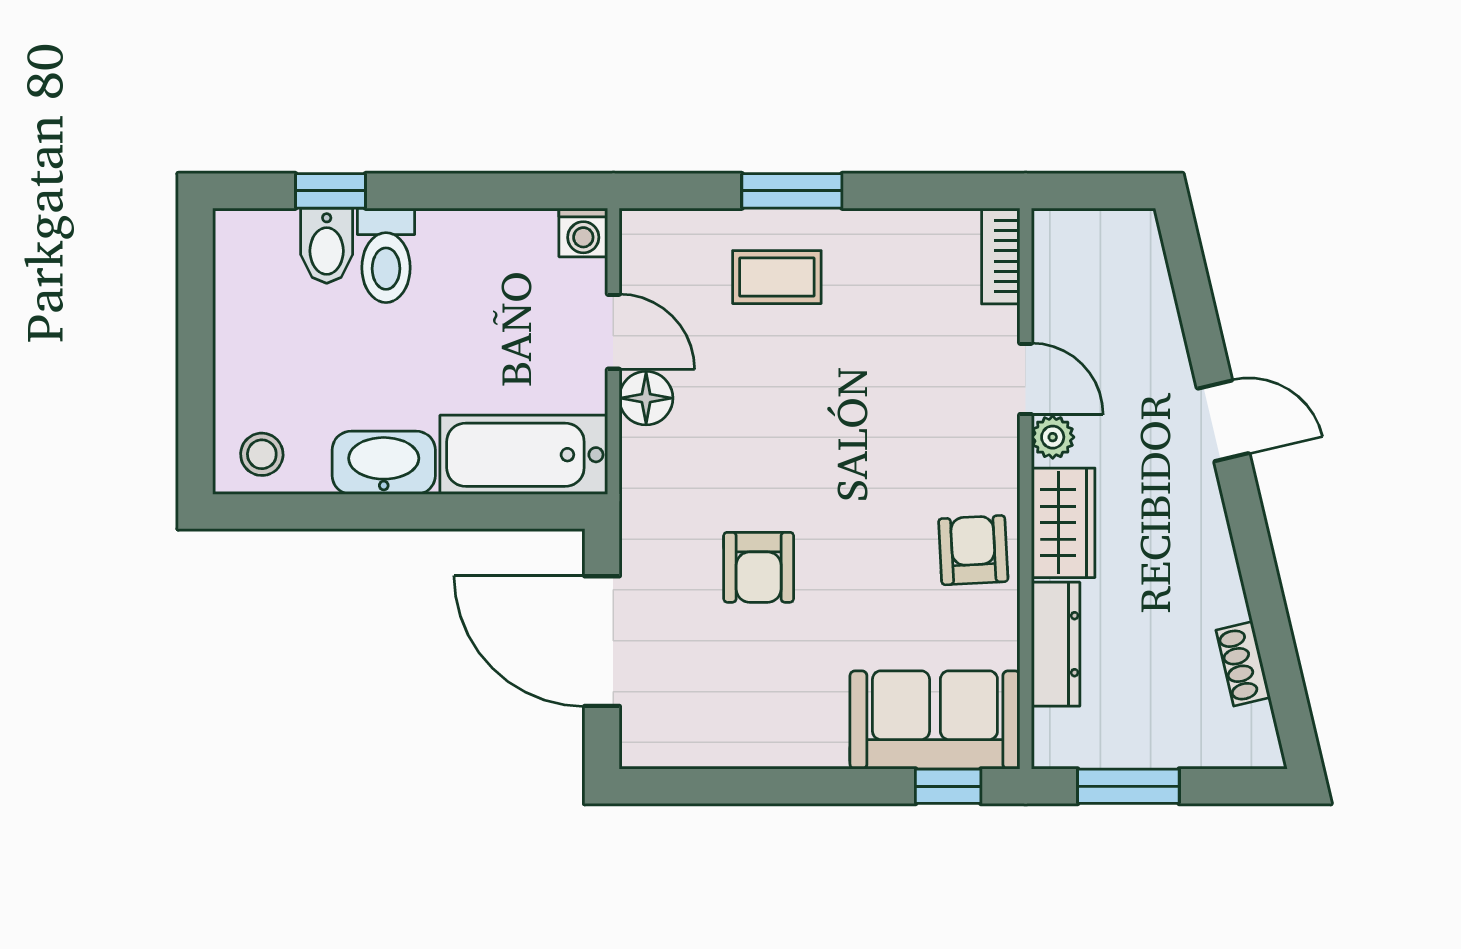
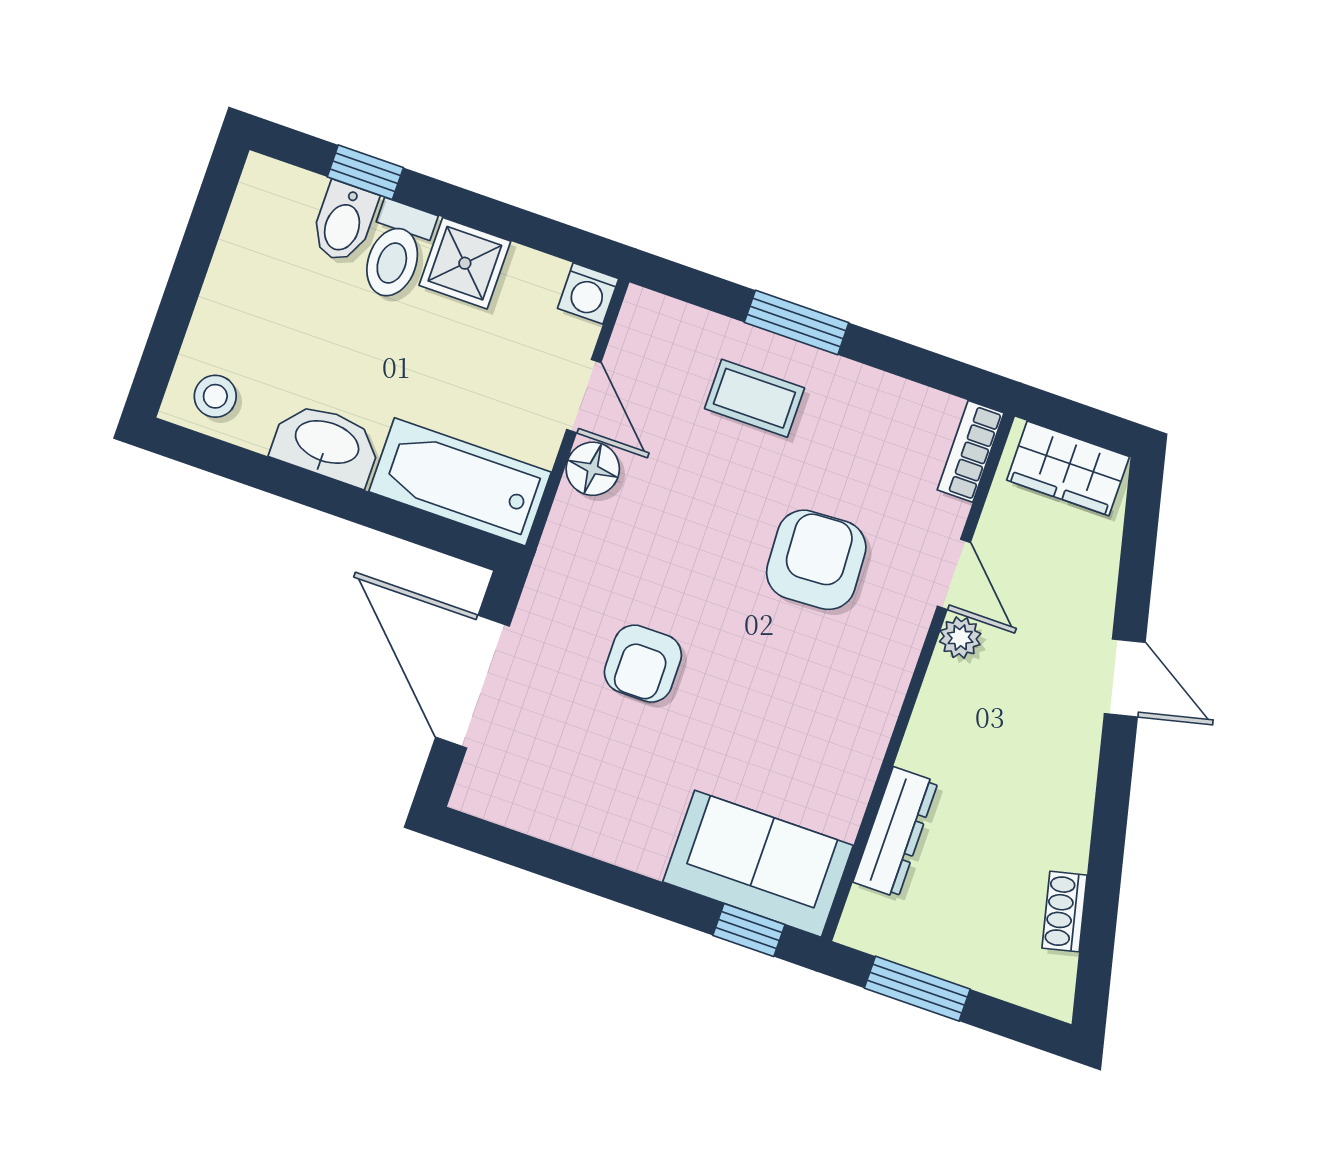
shower: (456, 244) -> (465, 263), added
wardrobe: (1063, 523) -> (1068, 468), moved, turned 90
armchair: (973, 550) -> (816, 560), moved, width x1.38, depth x1.38

